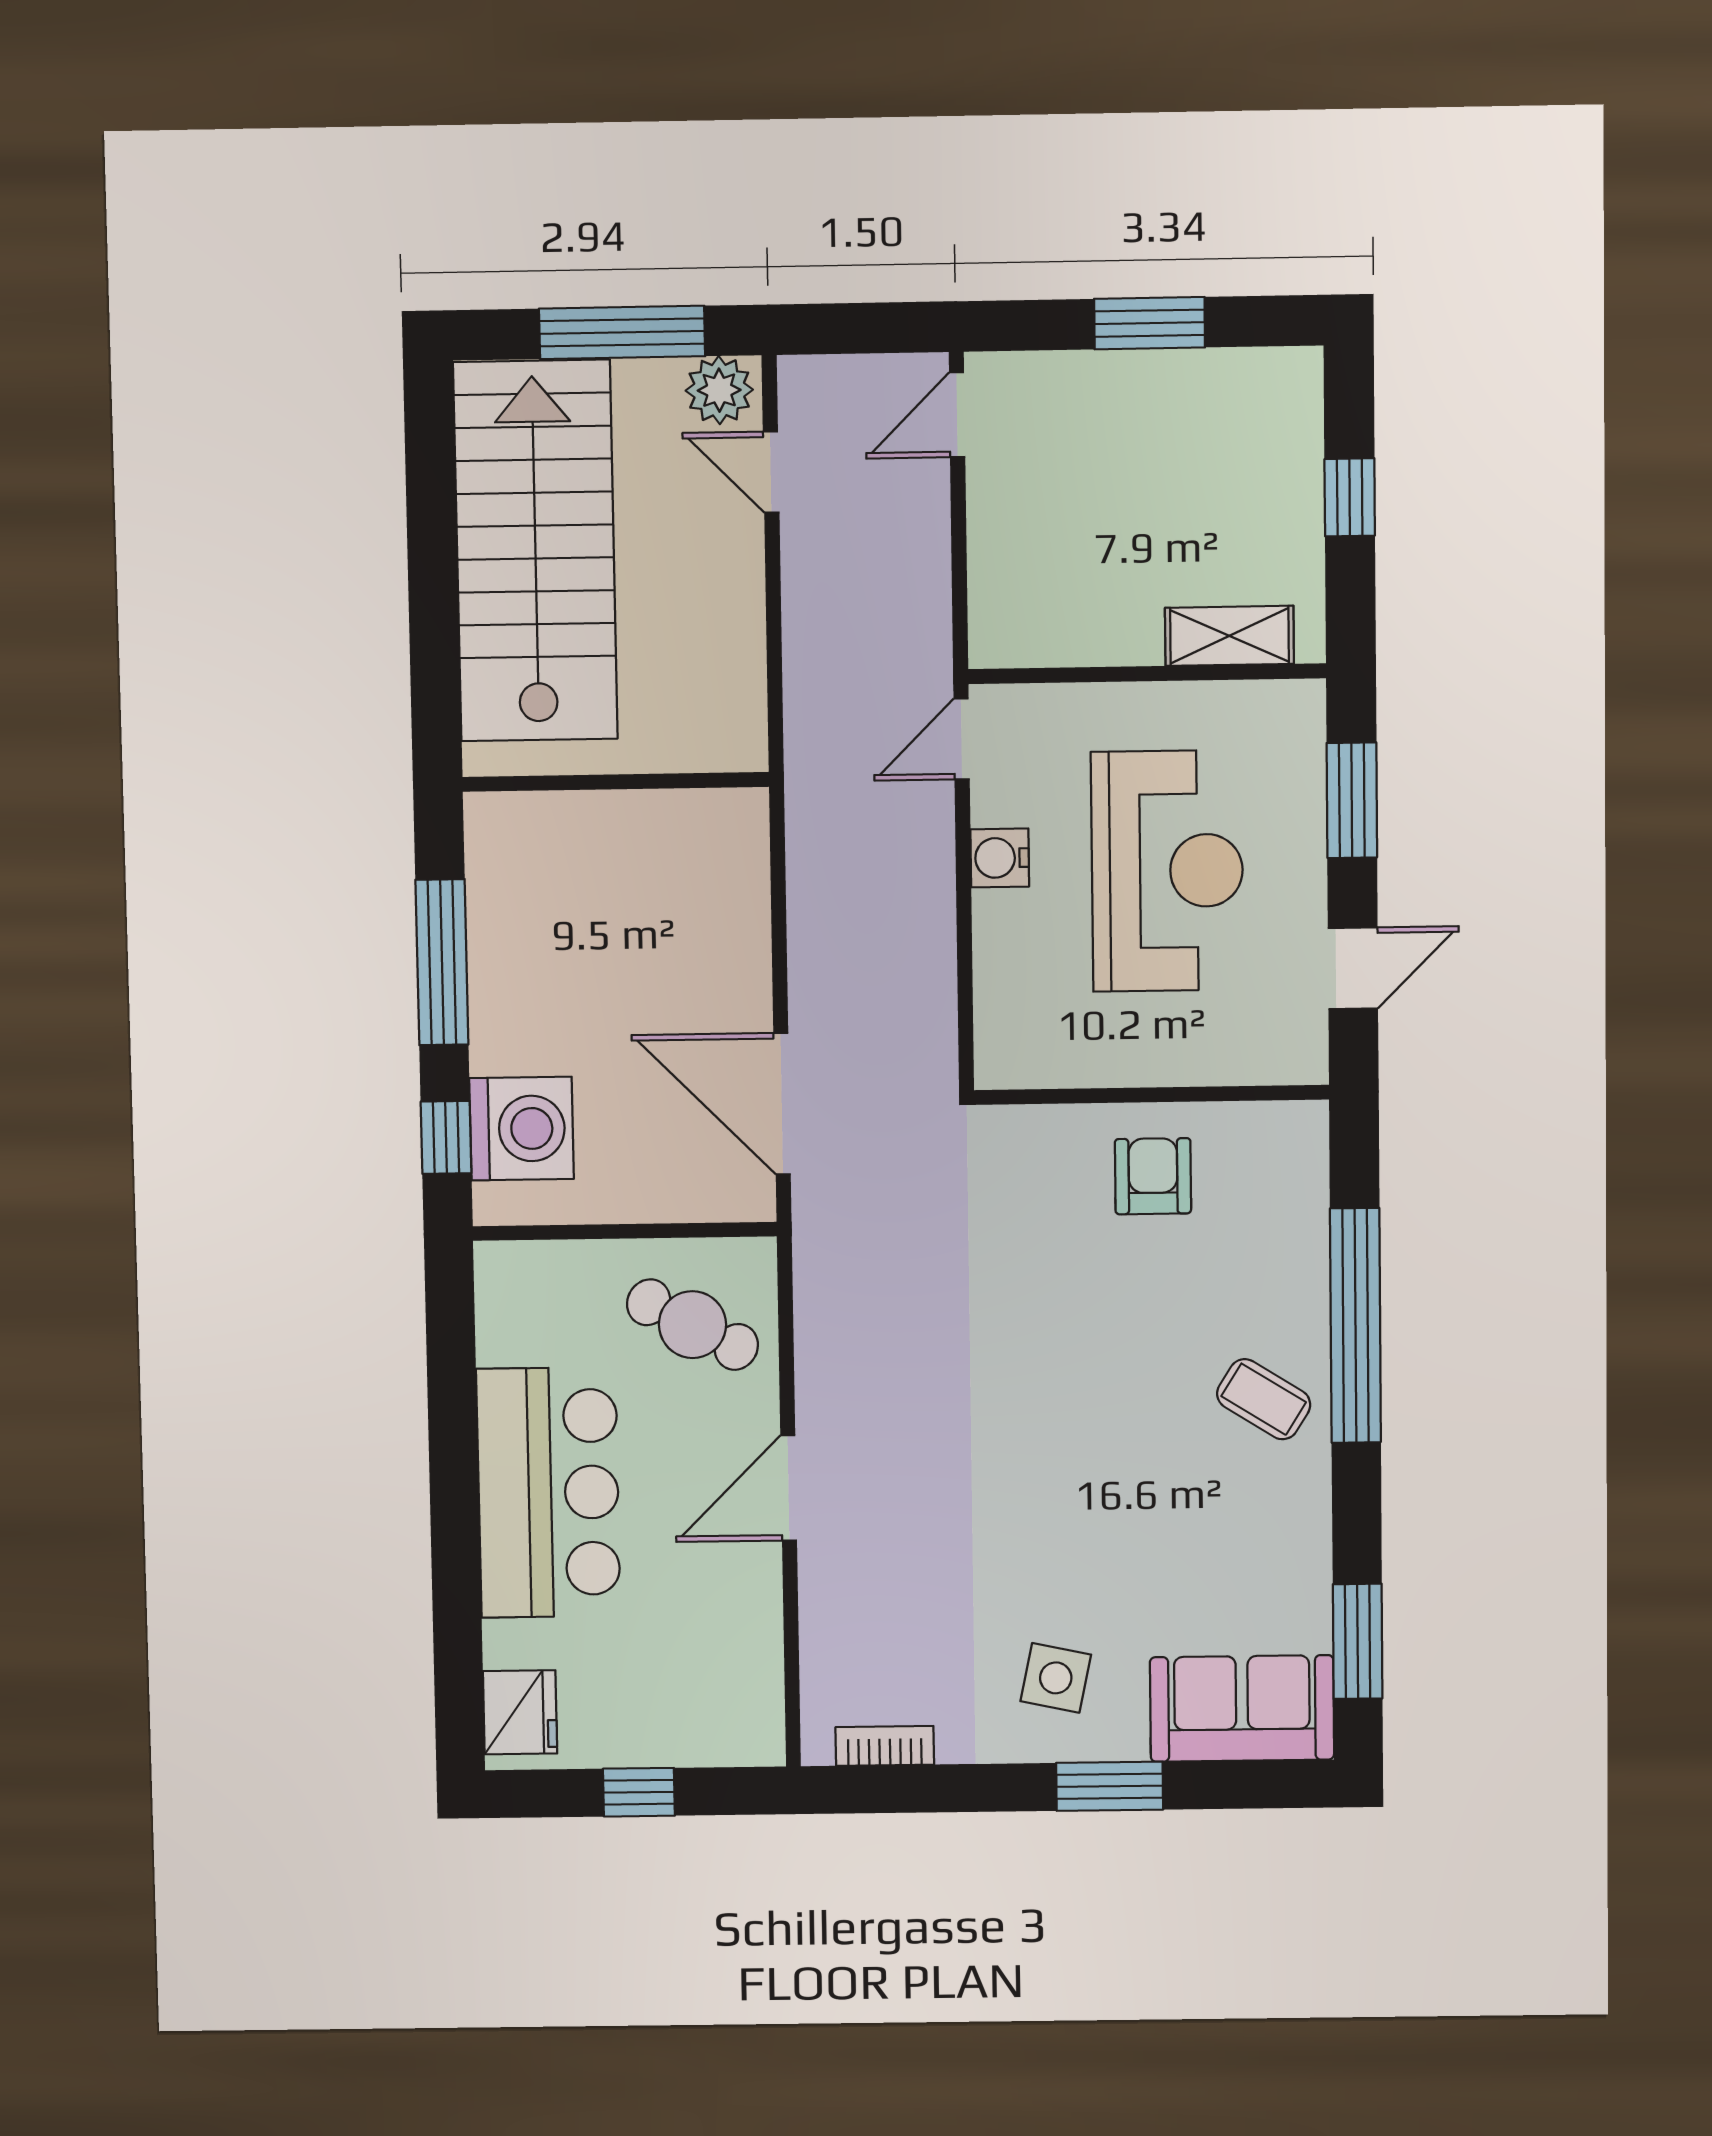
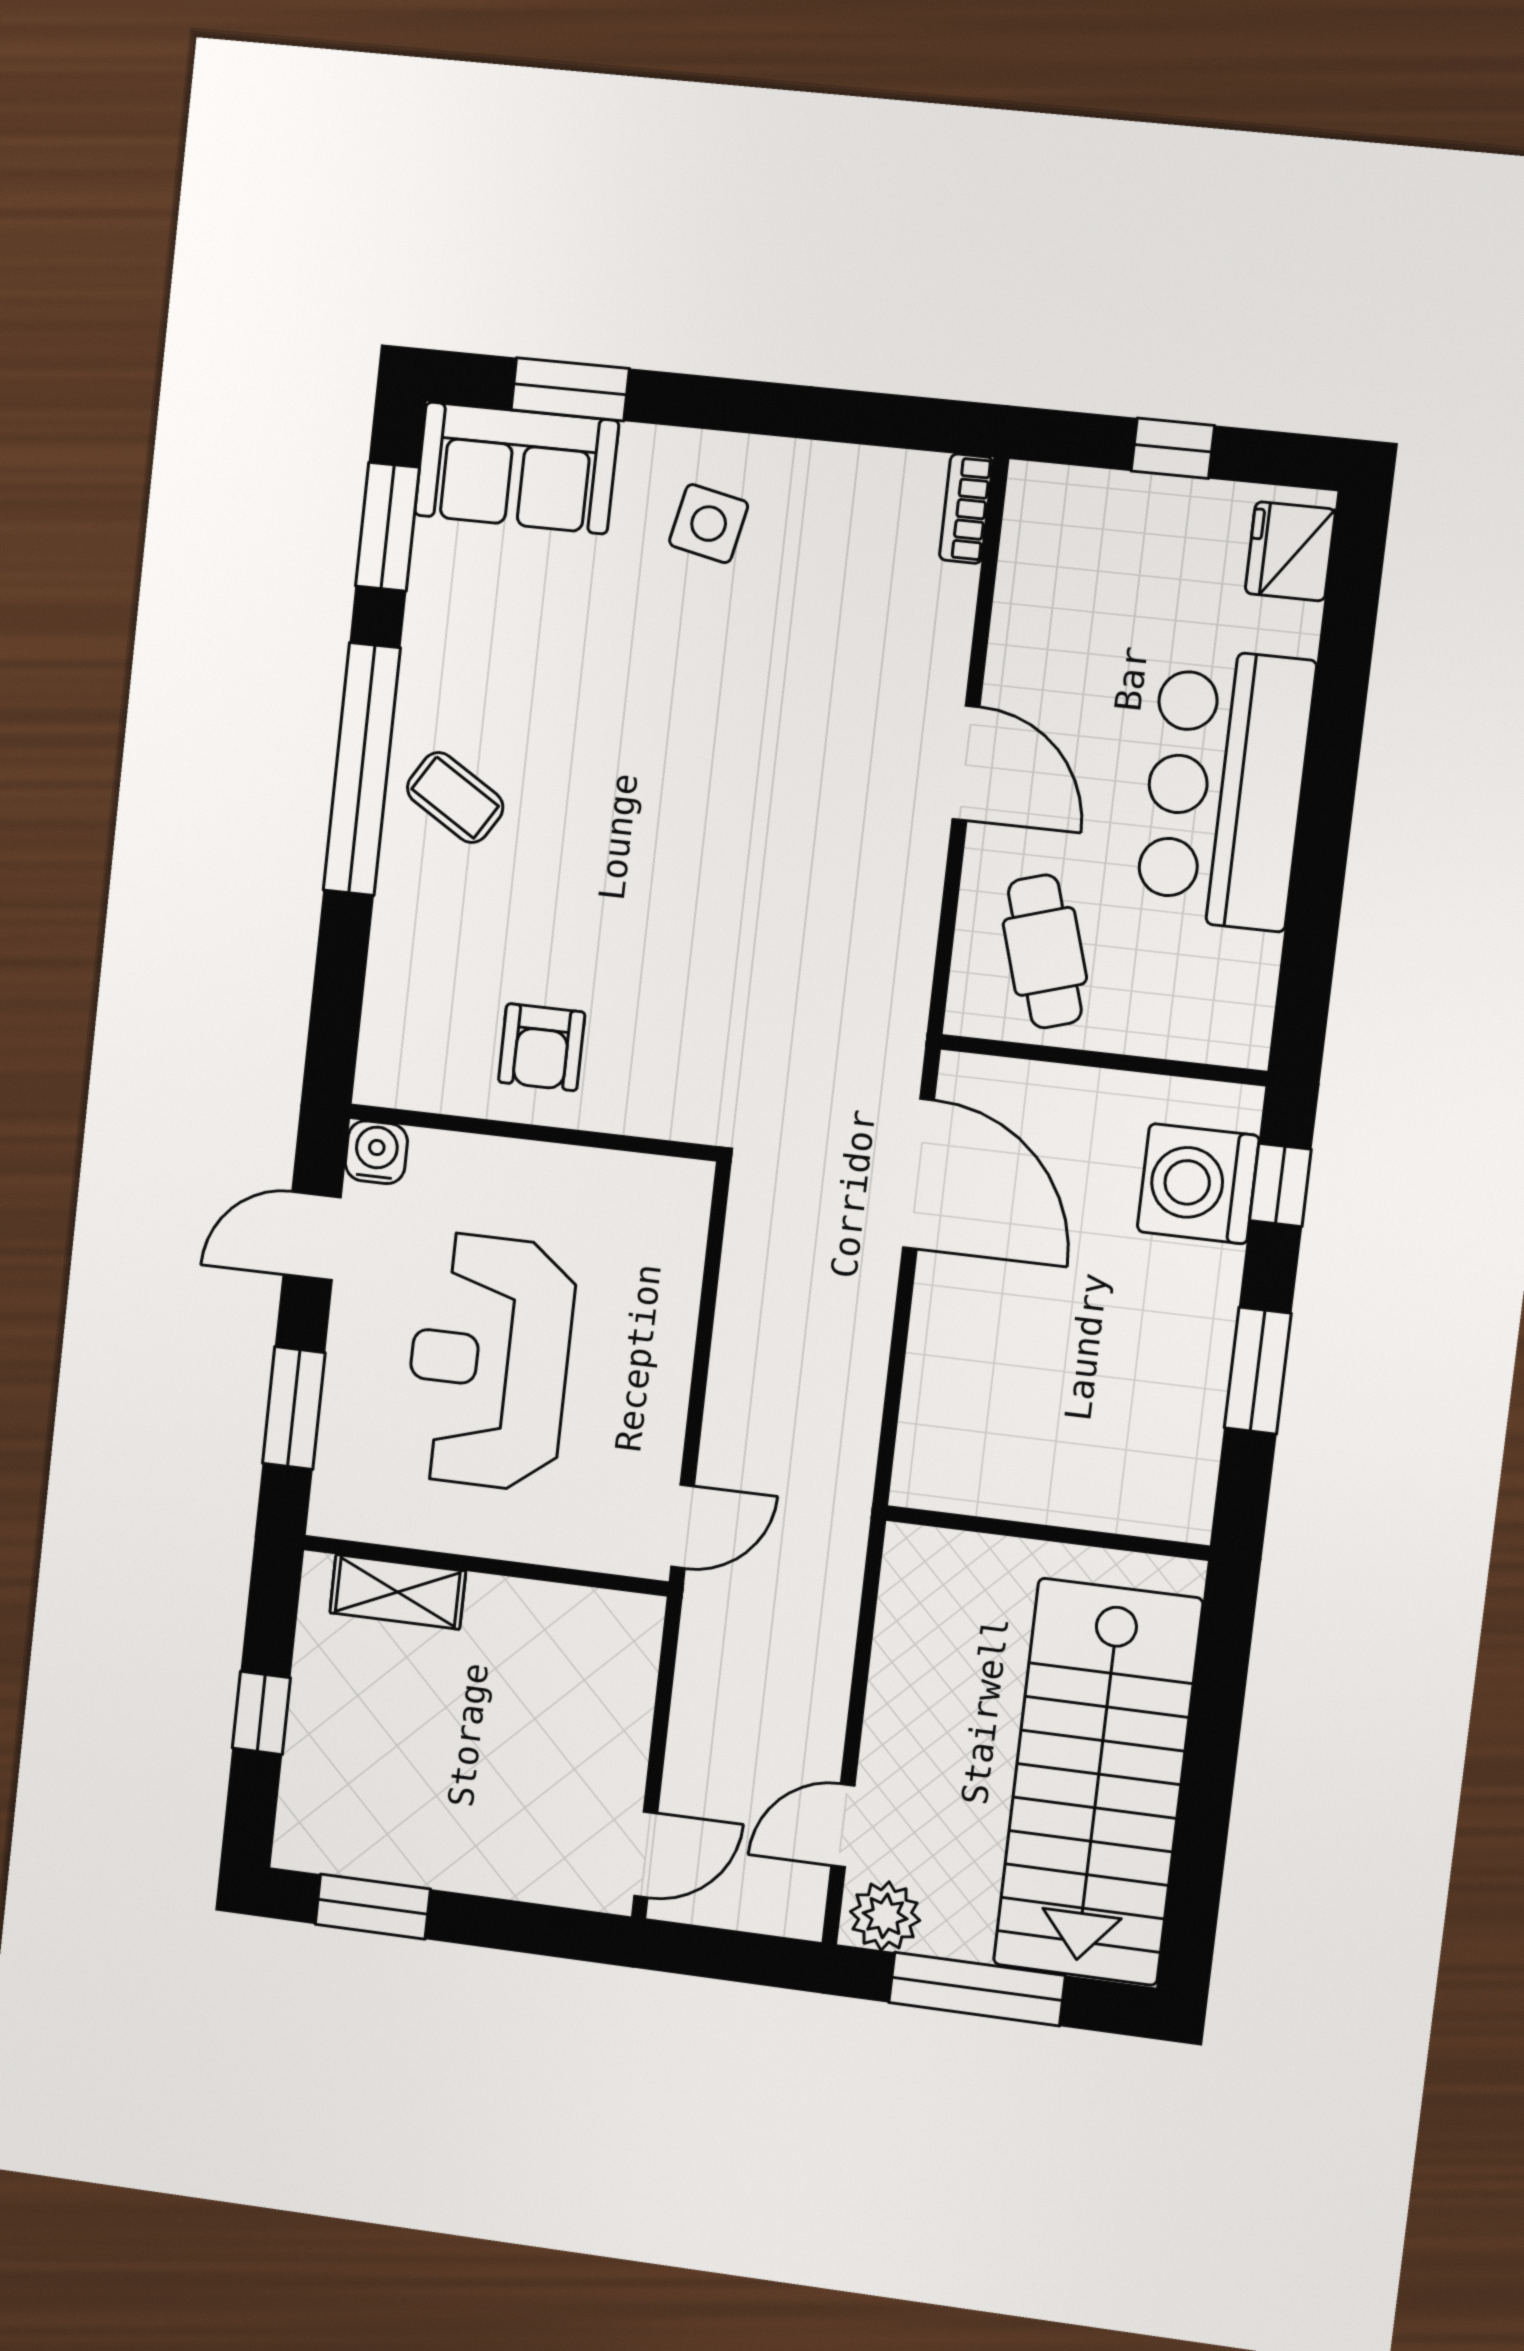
window: (1150, 323) -> (373, 1907), moved
door: (771, 472) -> (843, 1826), swing flipped
water cooler: (1000, 858) -> (376, 1152), moved, turned -90
window: (442, 962) -> (1258, 1371), width x0.69
cafe table: (692, 1325) -> (1045, 951), turned 45
window: (1355, 1326) -> (362, 769), moved
door: (789, 1488) -> (966, 763), hinge flipped
bookcase: (885, 1746) -> (966, 509), moved, turned 90
window: (1110, 1786) -> (570, 389), moved

